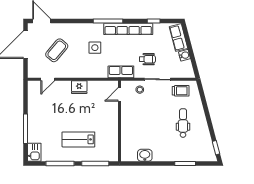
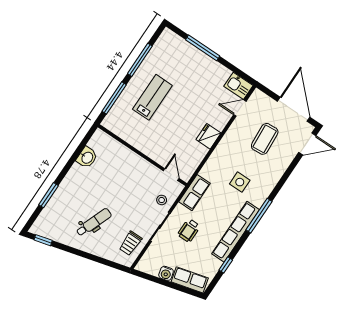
coffee table: (57, 50) -> (265, 139), turned 46
door: (48, 79) -> (240, 108), hinge flipped
dental chair: (183, 123) -> (94, 222), turned -69
kitchen sink: (34, 152) -> (238, 86), moved

